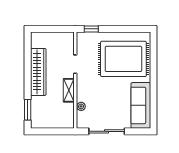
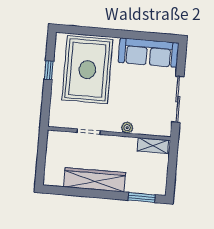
window: (91, 29) -> (49, 70), moved
shelving: (69, 90) -> (153, 146), moved
plant: (81, 106) -> (127, 128), moved

